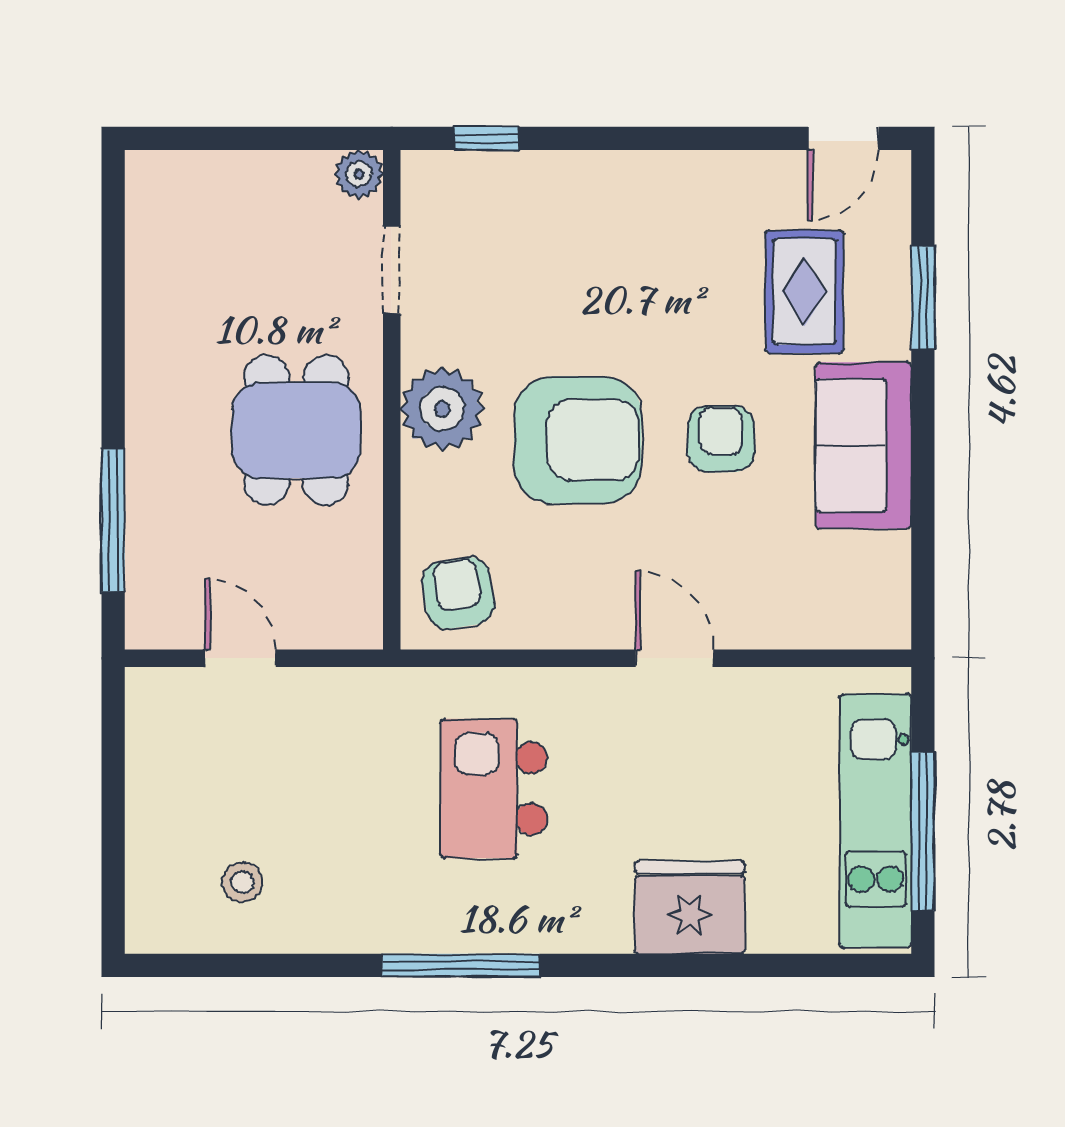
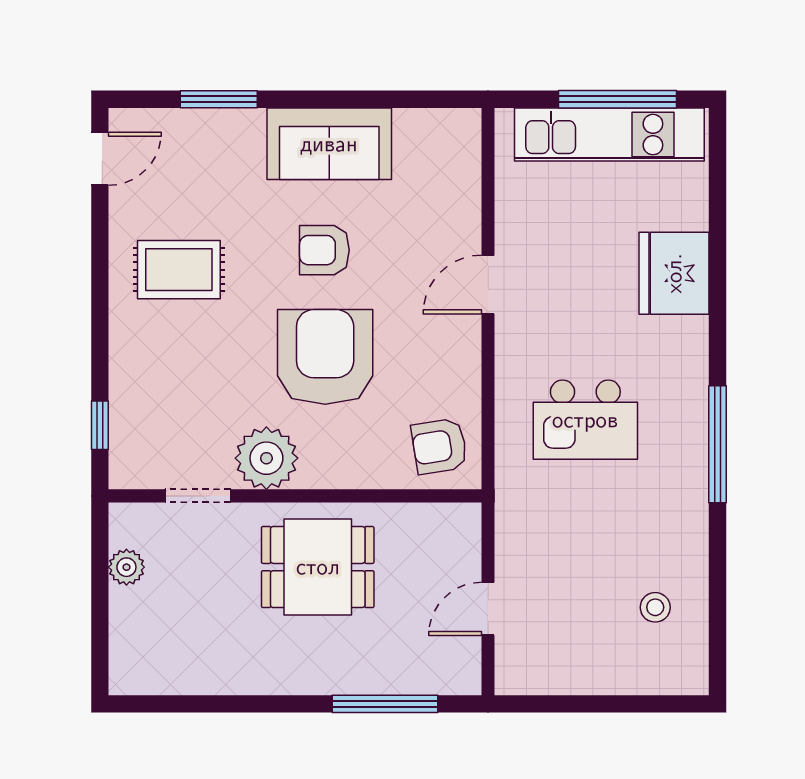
door: (843, 138) -> (100, 159), hinge flipped
plant: (359, 174) -> (126, 567), moved
rug: (804, 292) -> (179, 270), moved
plant: (442, 409) -> (266, 458), moved

